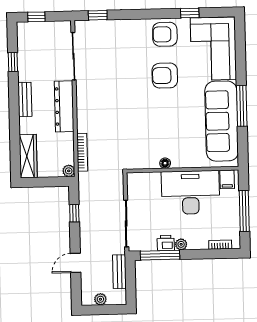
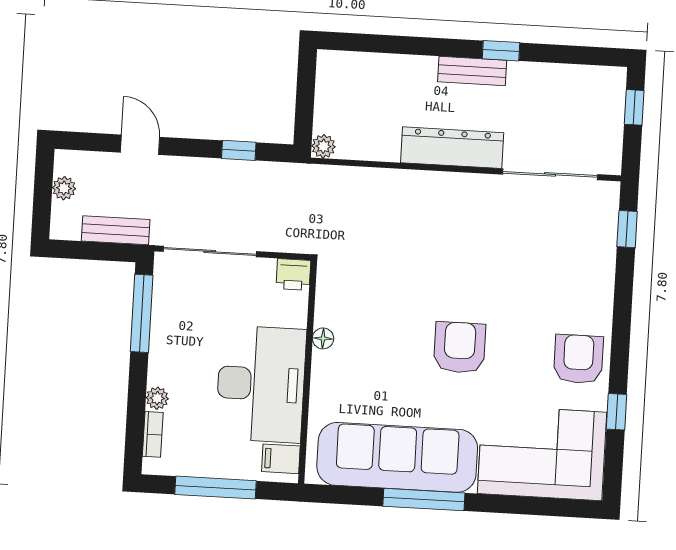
window: (13, 62) -> (501, 51), moved
armchair: (165, 76) -> (460, 347), moved
bookcase: (82, 152) -> (358, 176), removed
wardrobe: (28, 156) -> (359, 68), removed
printer: (166, 243) -> (293, 275), moved, turned 90
plant: (181, 244) -> (157, 398), moved

